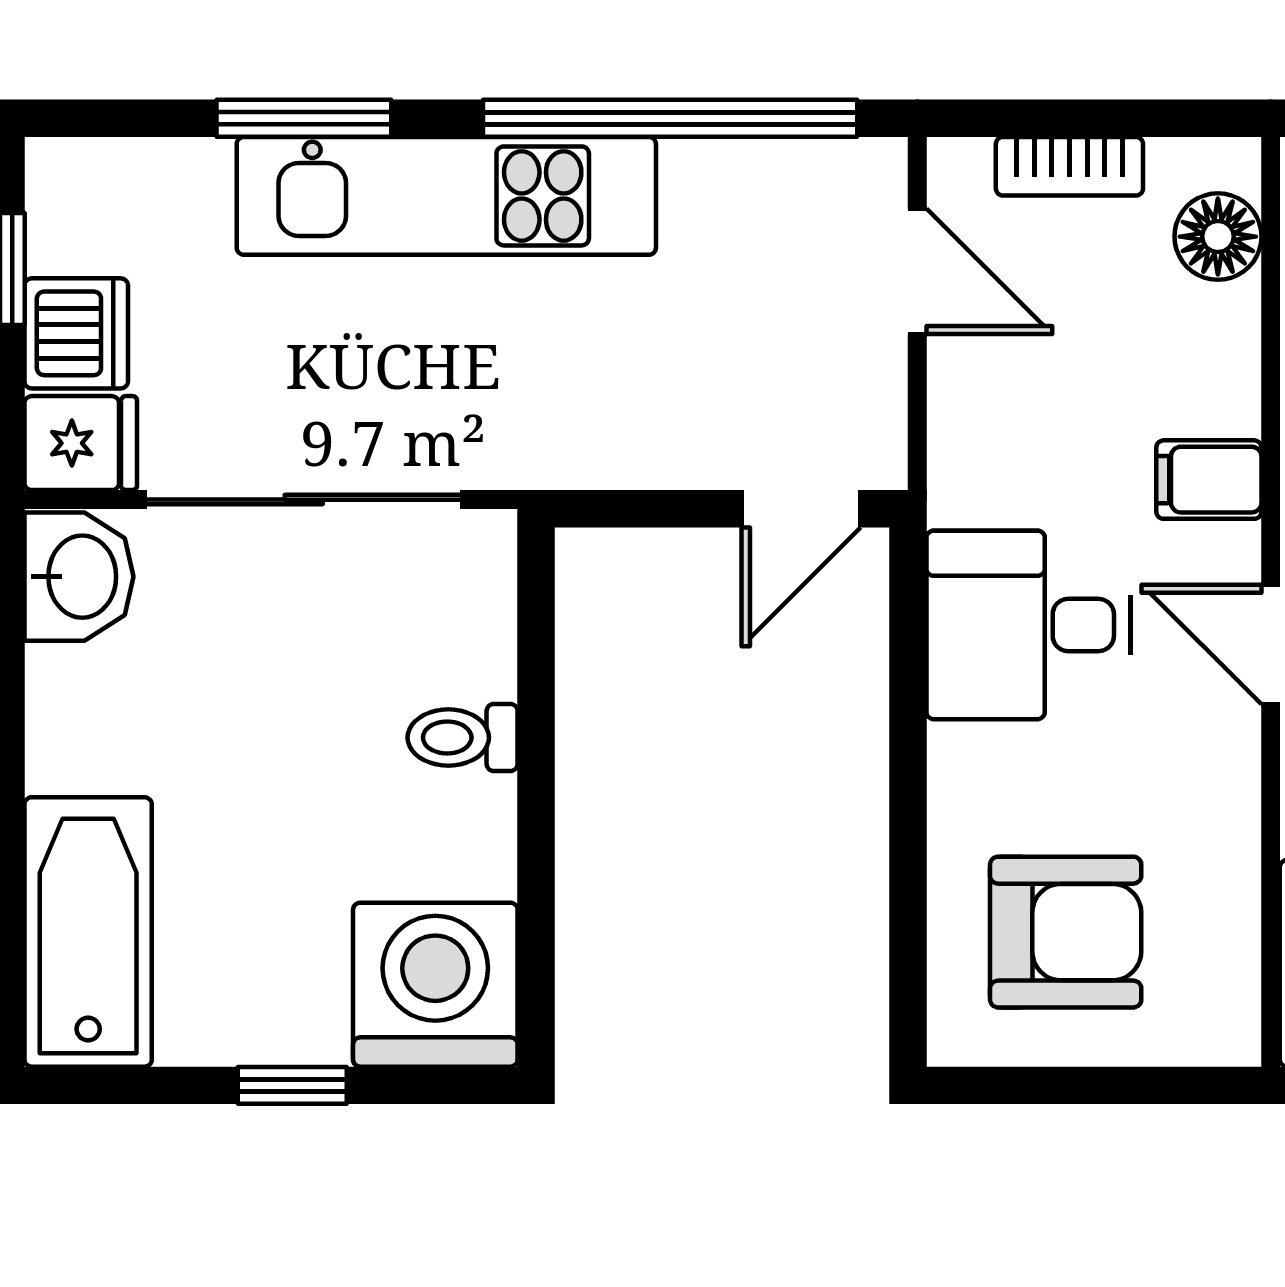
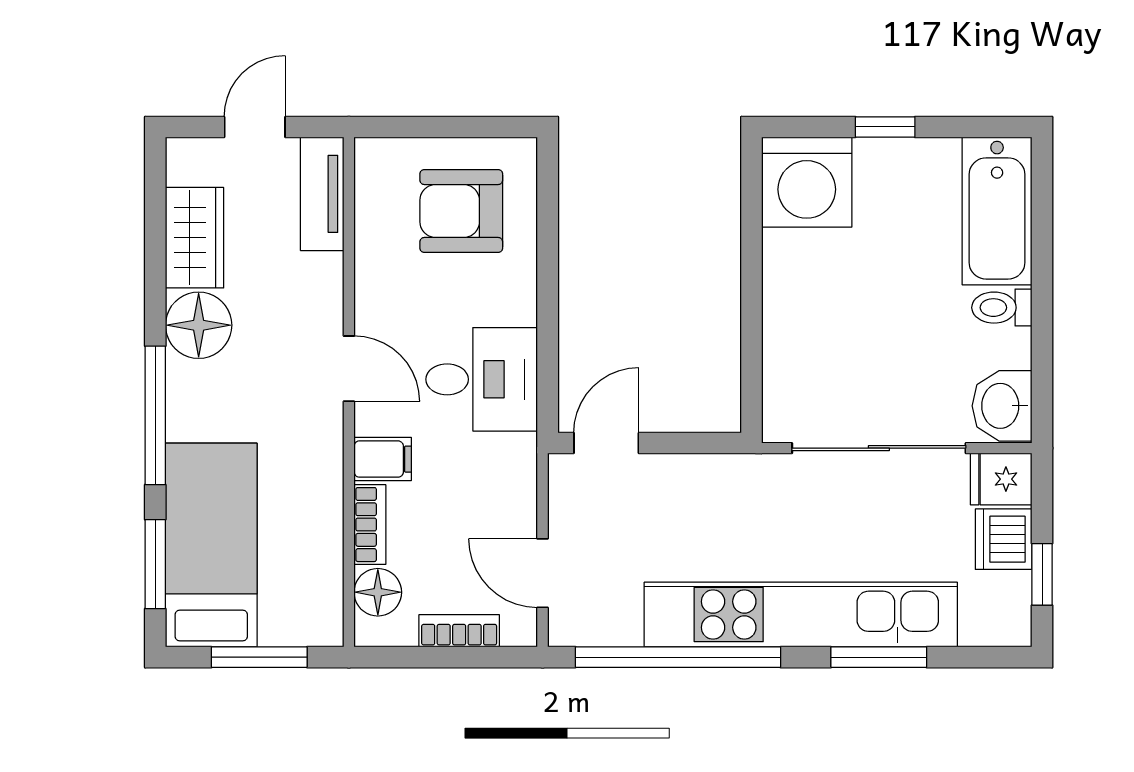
kitchen unit: (446, 196) -> (801, 615), width x1.36
bookcase: (1232, 360) -> (370, 525), added
toilet: (463, 738) -> (1002, 308), moved, turned 180

